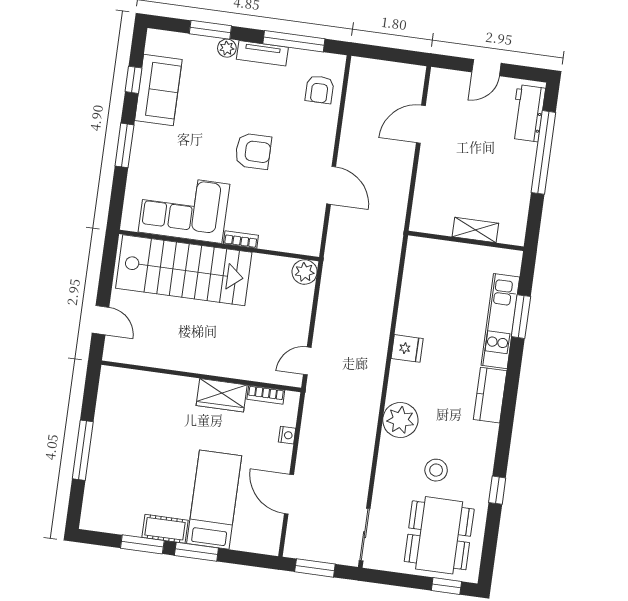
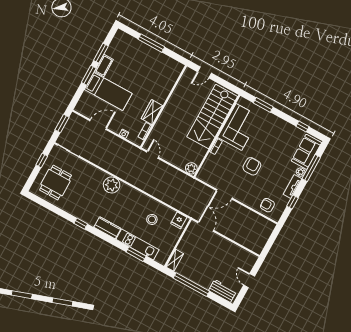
window: (210, 30) -> (311, 168), width x1.44
window: (294, 41) -> (292, 202), width x0.46
sofa: (158, 90) -> (306, 152), moved, turned 90
door: (421, 124) -> (206, 227), moved
window: (124, 145) -> (263, 105), moved
armchair: (253, 151) -> (252, 166), turned 180
window: (543, 152) -> (191, 285), moved
shelving: (475, 230) -> (175, 260), moved
fridge: (407, 348) -> (179, 220), moved
stool: (436, 470) -> (152, 219), moved
window: (497, 490) -> (81, 224), moved
dining table: (439, 535) -> (55, 183), width x0.73
window: (446, 586) -> (42, 161), moved

